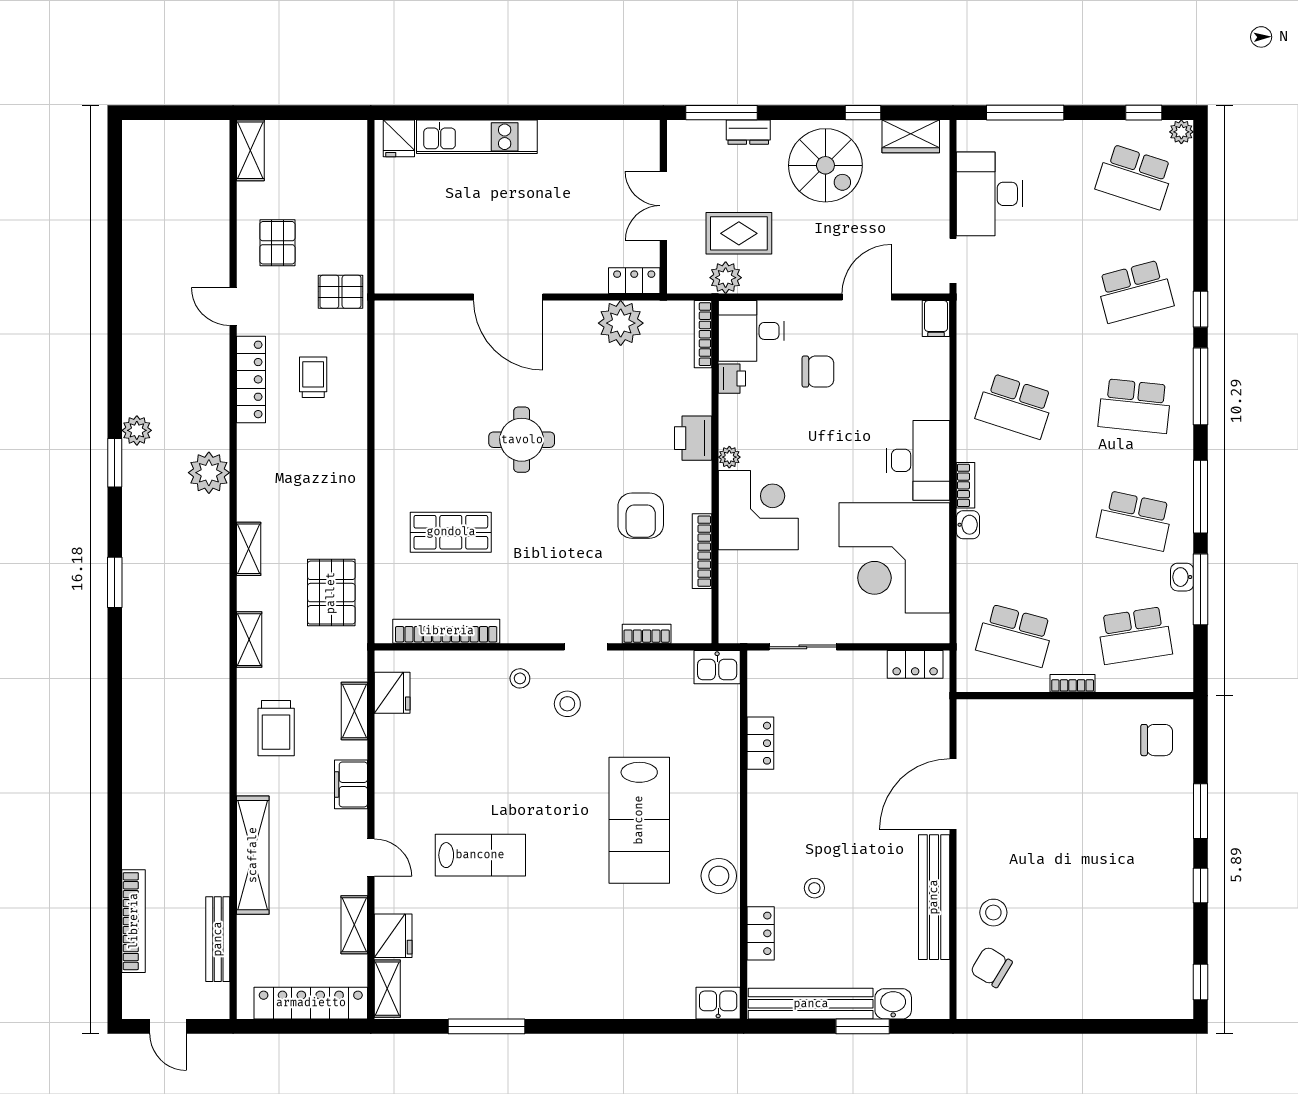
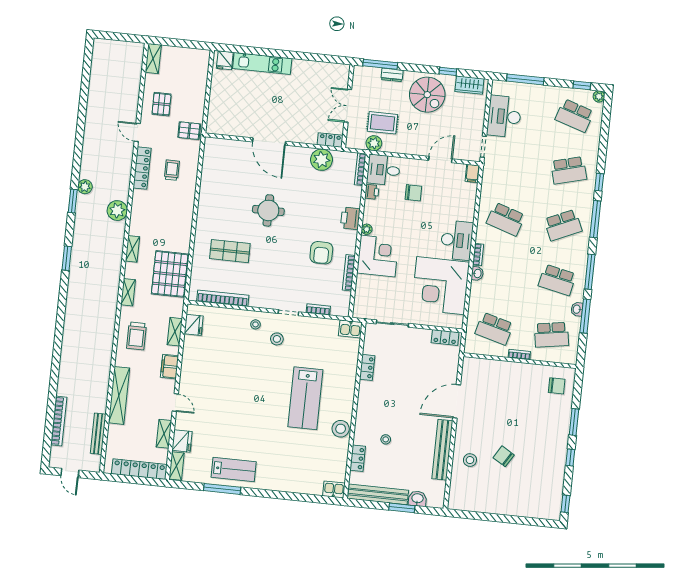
school desk: (1135, 406) -> (563, 225), turned -30
pallet: (331, 593) -> (170, 274), width x1.37, depth x1.41
lab bench: (480, 855) -> (234, 469), moved
chair: (991, 967) -> (504, 456), moved

